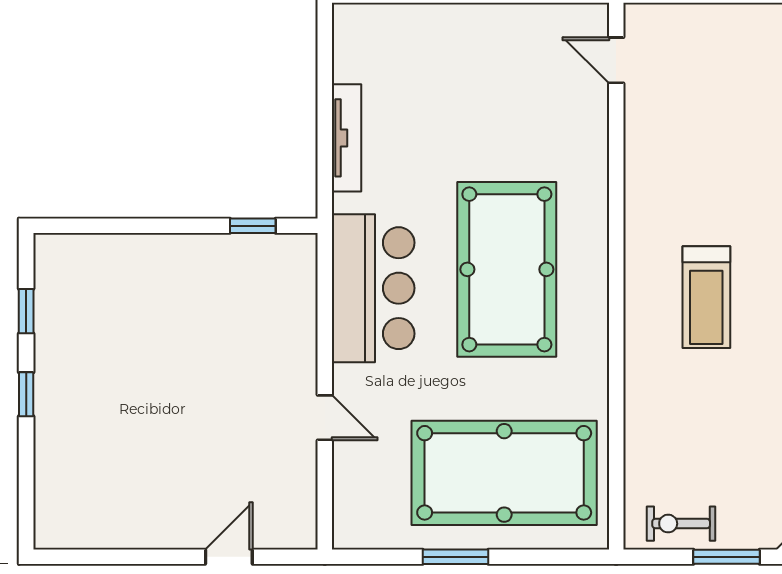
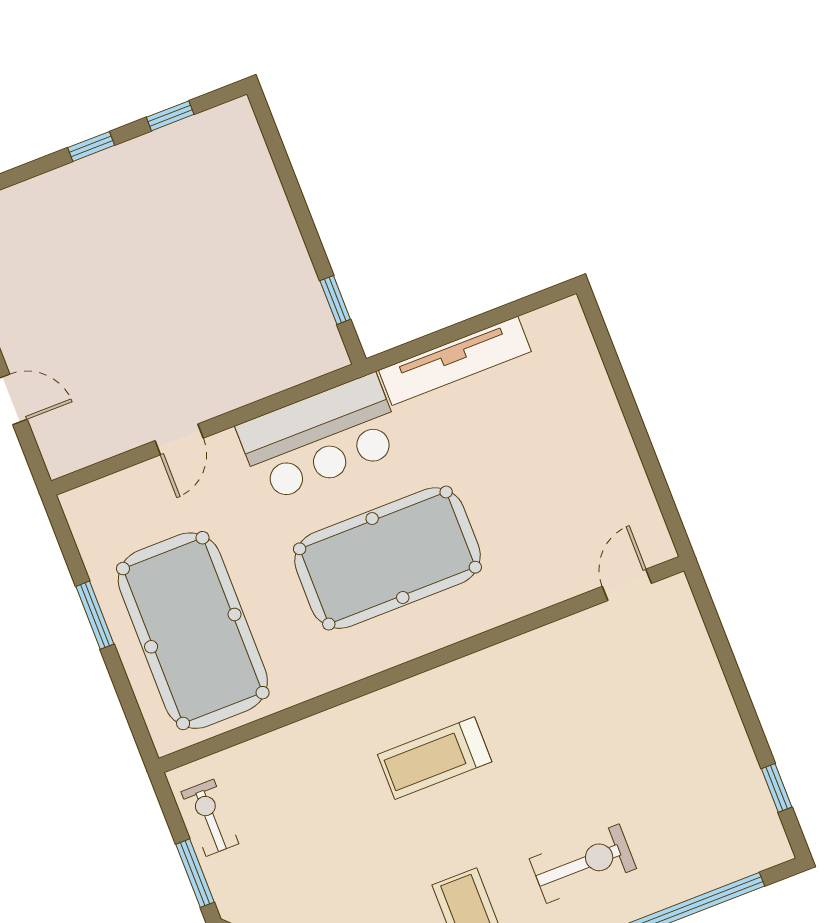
tv unit: (347, 138) -> (455, 361), width x1.36, depth x1.29

